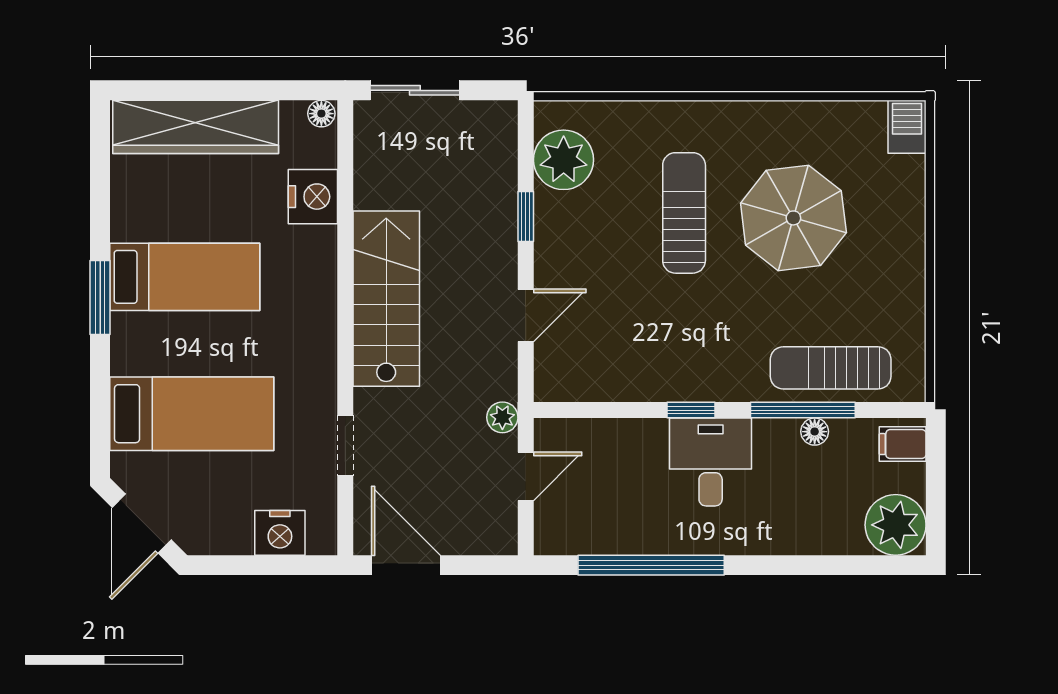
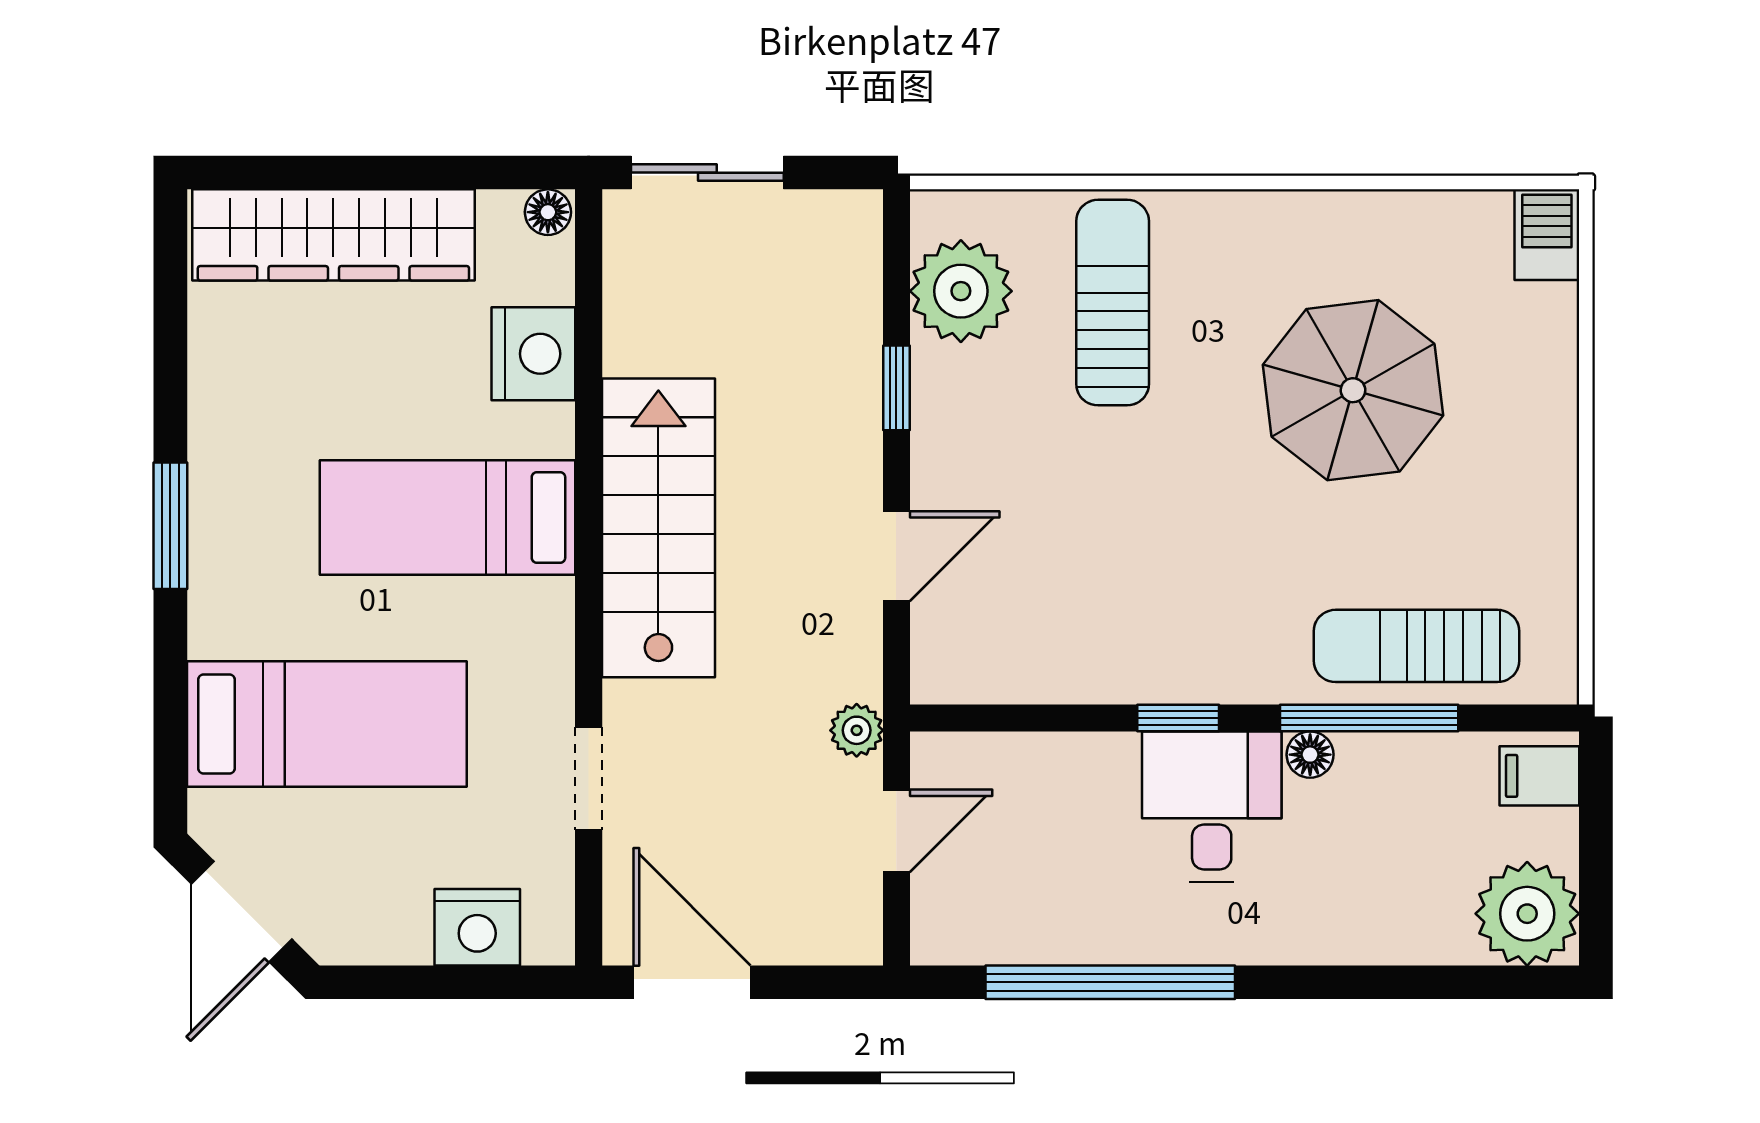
sun lounger: (684, 213) -> (1113, 303), moved
bed: (185, 277) -> (448, 517), moved, turned 180
floor lamp: (815, 432) -> (1310, 755), moved

